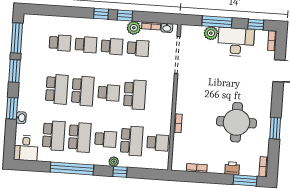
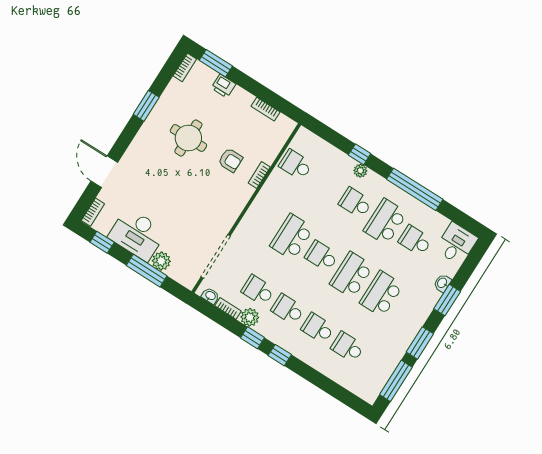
round table: (237, 122) -> (188, 138), width x0.73, depth x0.73
armchair: (202, 123) -> (230, 160), added
school desk: (54, 136) -> (415, 241), width x0.54
school desk: (132, 141) -> (326, 184), removed

